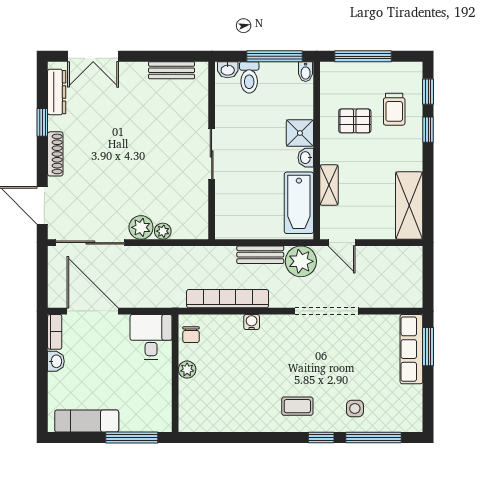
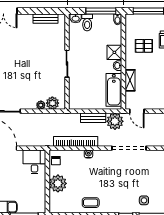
plant: (141, 227) -> (52, 103), moved
plant: (187, 370) -> (58, 183), width x1.87, depth x1.87
coffee table: (297, 406) -> (91, 203), moved

